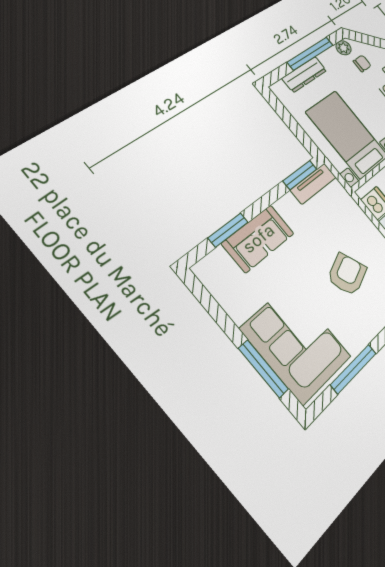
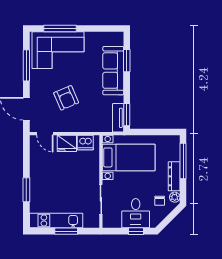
window: (310, 54) -> (183, 161), moved
dresser: (304, 74) -> (174, 176), moved
sofa: (258, 238) -> (113, 71), width x1.36

